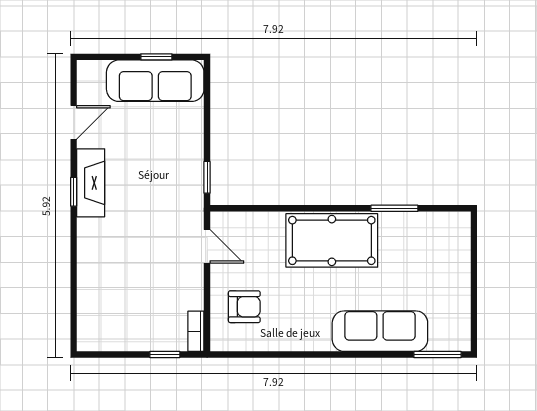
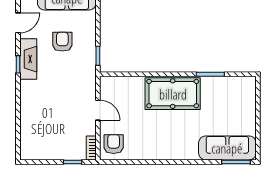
armchair: (148, 154) -> (62, 42), added
door: (207, 246) -> (98, 110), moved
armchair: (244, 307) -> (114, 144), moved, turned -90
sofa: (380, 331) -> (227, 148), moved

